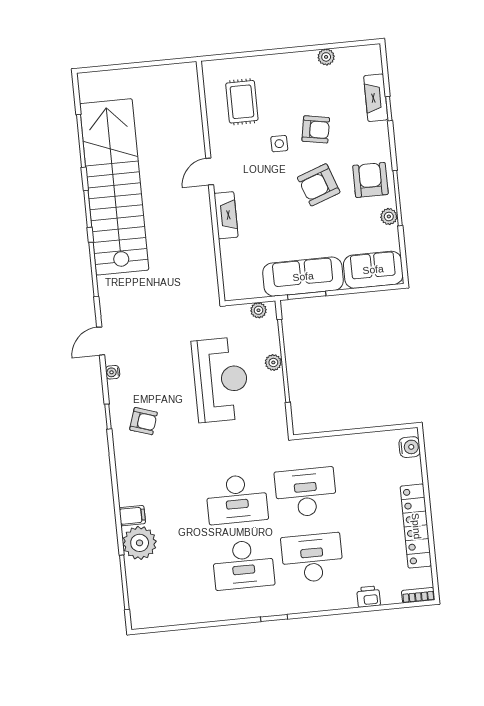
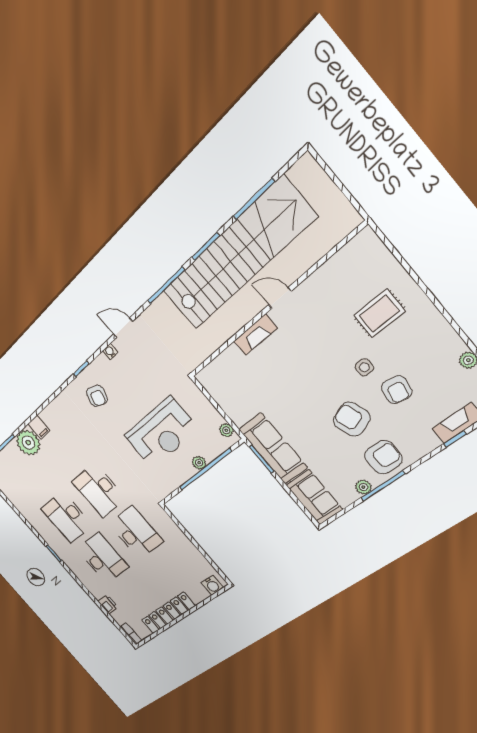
door: (210, 172) -> (280, 298), moved
wall: (211, 181) -> (273, 304), moved
fireplace: (226, 215) -> (255, 335), moved

